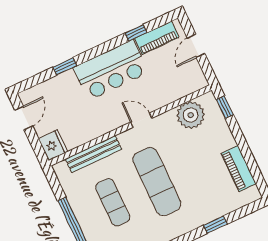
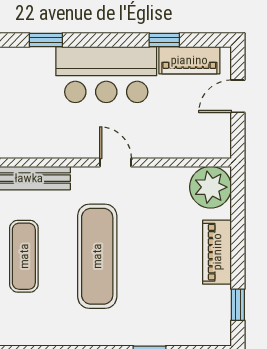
window: (225, 107) -> (238, 305), moved
plant: (191, 115) -> (211, 187), moved
piano: (238, 169) -> (217, 252), moved

